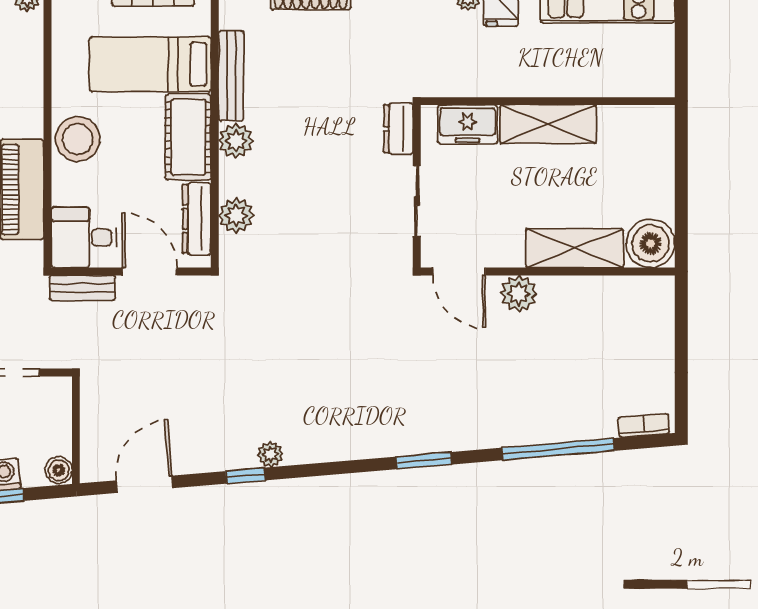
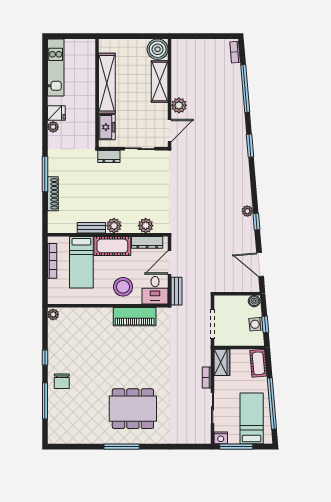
bench: (231, 76) -> (91, 228), width x0.73
shelving: (548, 124) -> (107, 83), width x1.47
stool: (78, 139) -> (123, 287), moved

